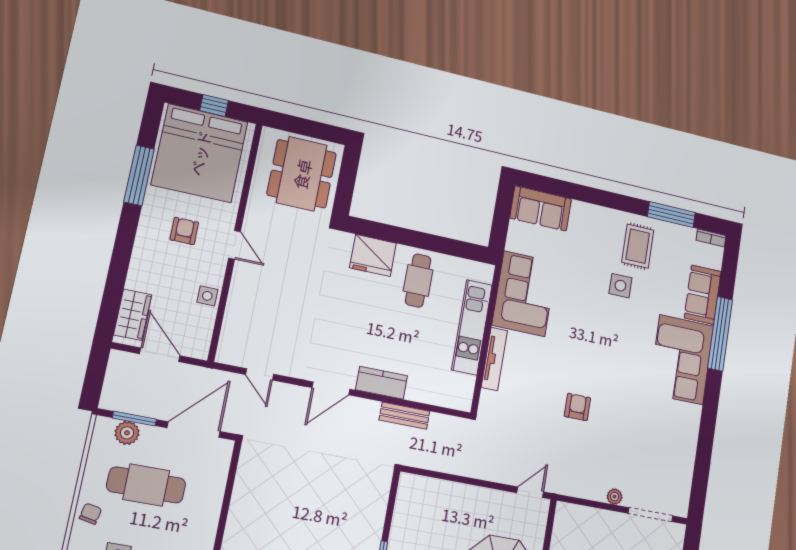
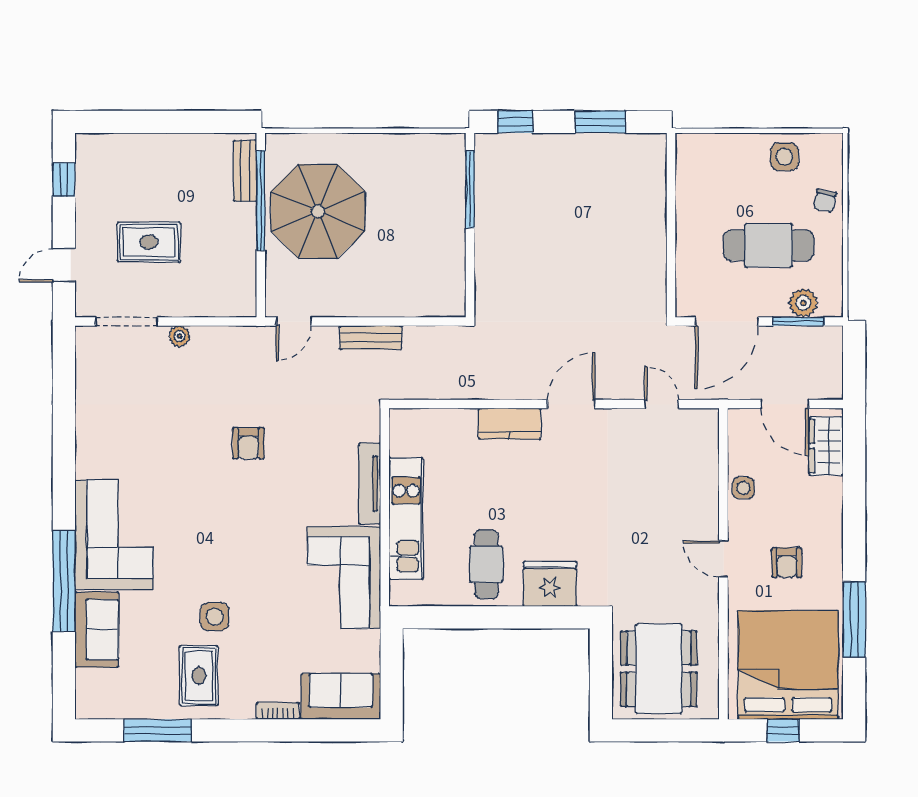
bookcase: (711, 238) -> (278, 711), moved
bench: (404, 416) -> (371, 337), moved

